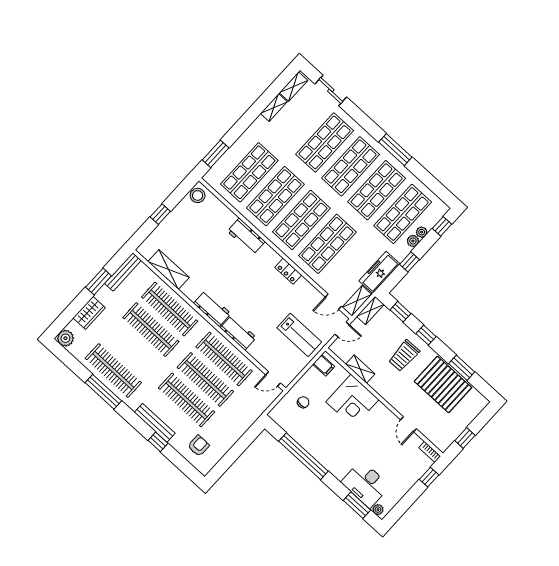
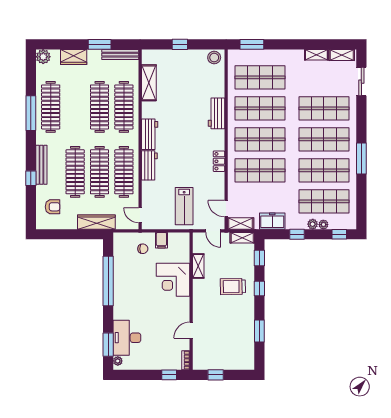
freezer: (379, 272) -> (272, 221), width x0.71
filing cabinet: (324, 365) -> (161, 240), moved
pallet: (443, 384) -> (237, 329), removed
wardrobe: (245, 421) -> (96, 222), added

